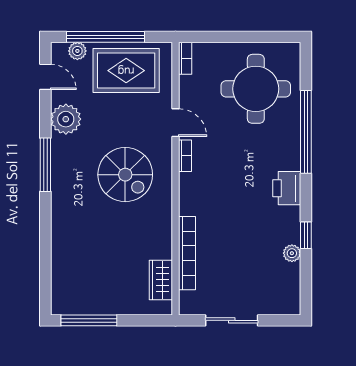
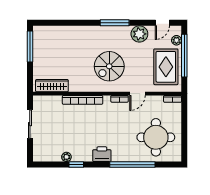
bookcase: (187, 253) -> (83, 100), moved
wardrobe: (161, 280) -> (52, 86), width x1.50

